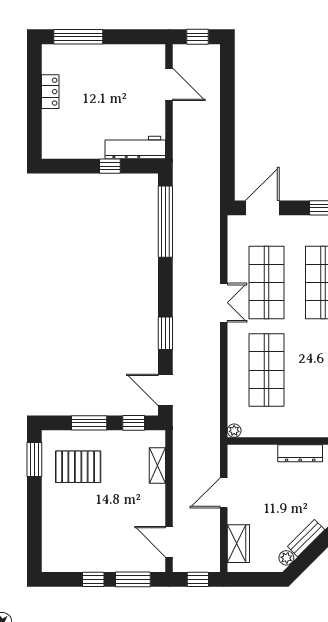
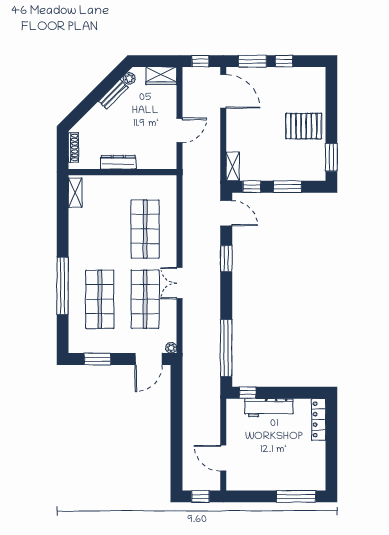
locker: (50, 92) -> (319, 419), moved, width x1.53
workbench: (135, 147) -> (269, 408), moved
window: (110, 166) -> (248, 393), moved
plant: (234, 431) -> (171, 348), moved
shelving: (157, 465) -> (233, 167), moved
pallet: (78, 467) -> (304, 126), moved
door: (169, 542) -> (223, 91), width x1.36
wardrobe: (238, 544) -> (161, 76), moved, turned -90

